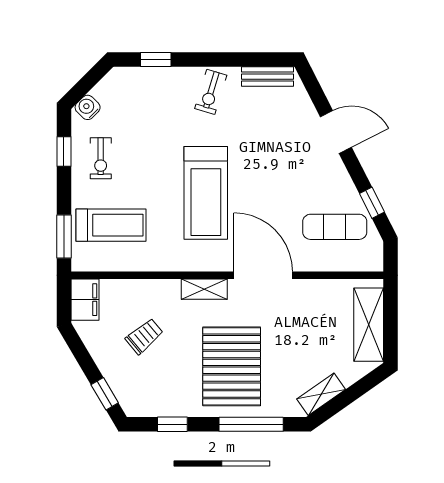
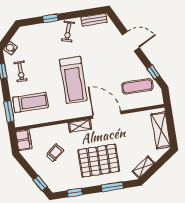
window: (156, 60) -> (50, 18), moved
pallet: (232, 366) -> (99, 161), turned 90
window: (251, 424) -> (112, 187), width x0.69

